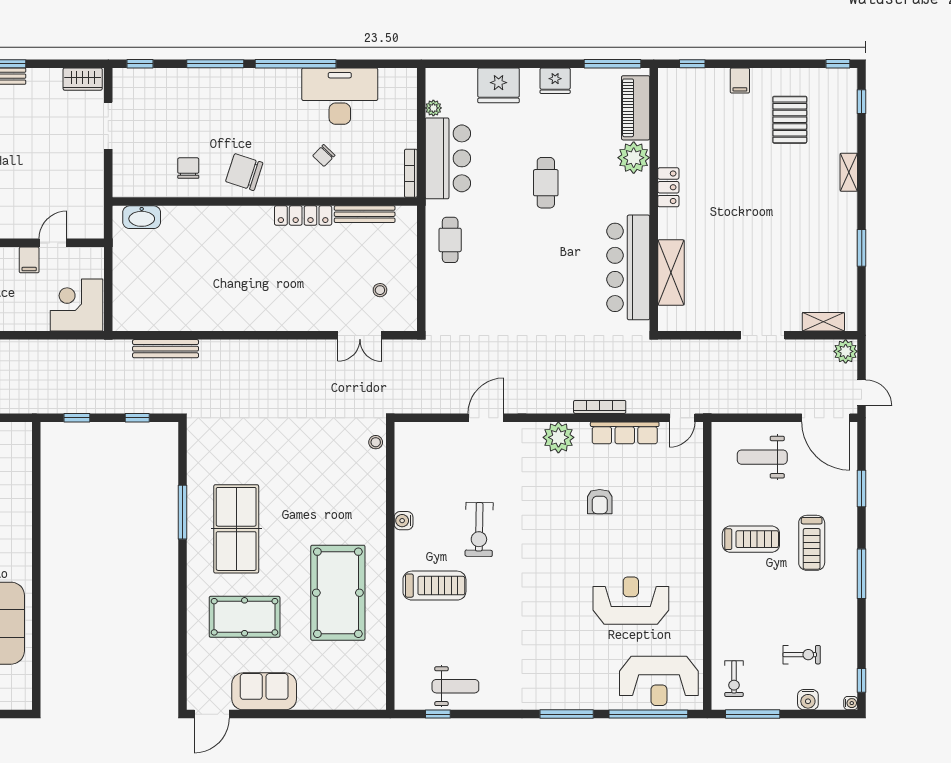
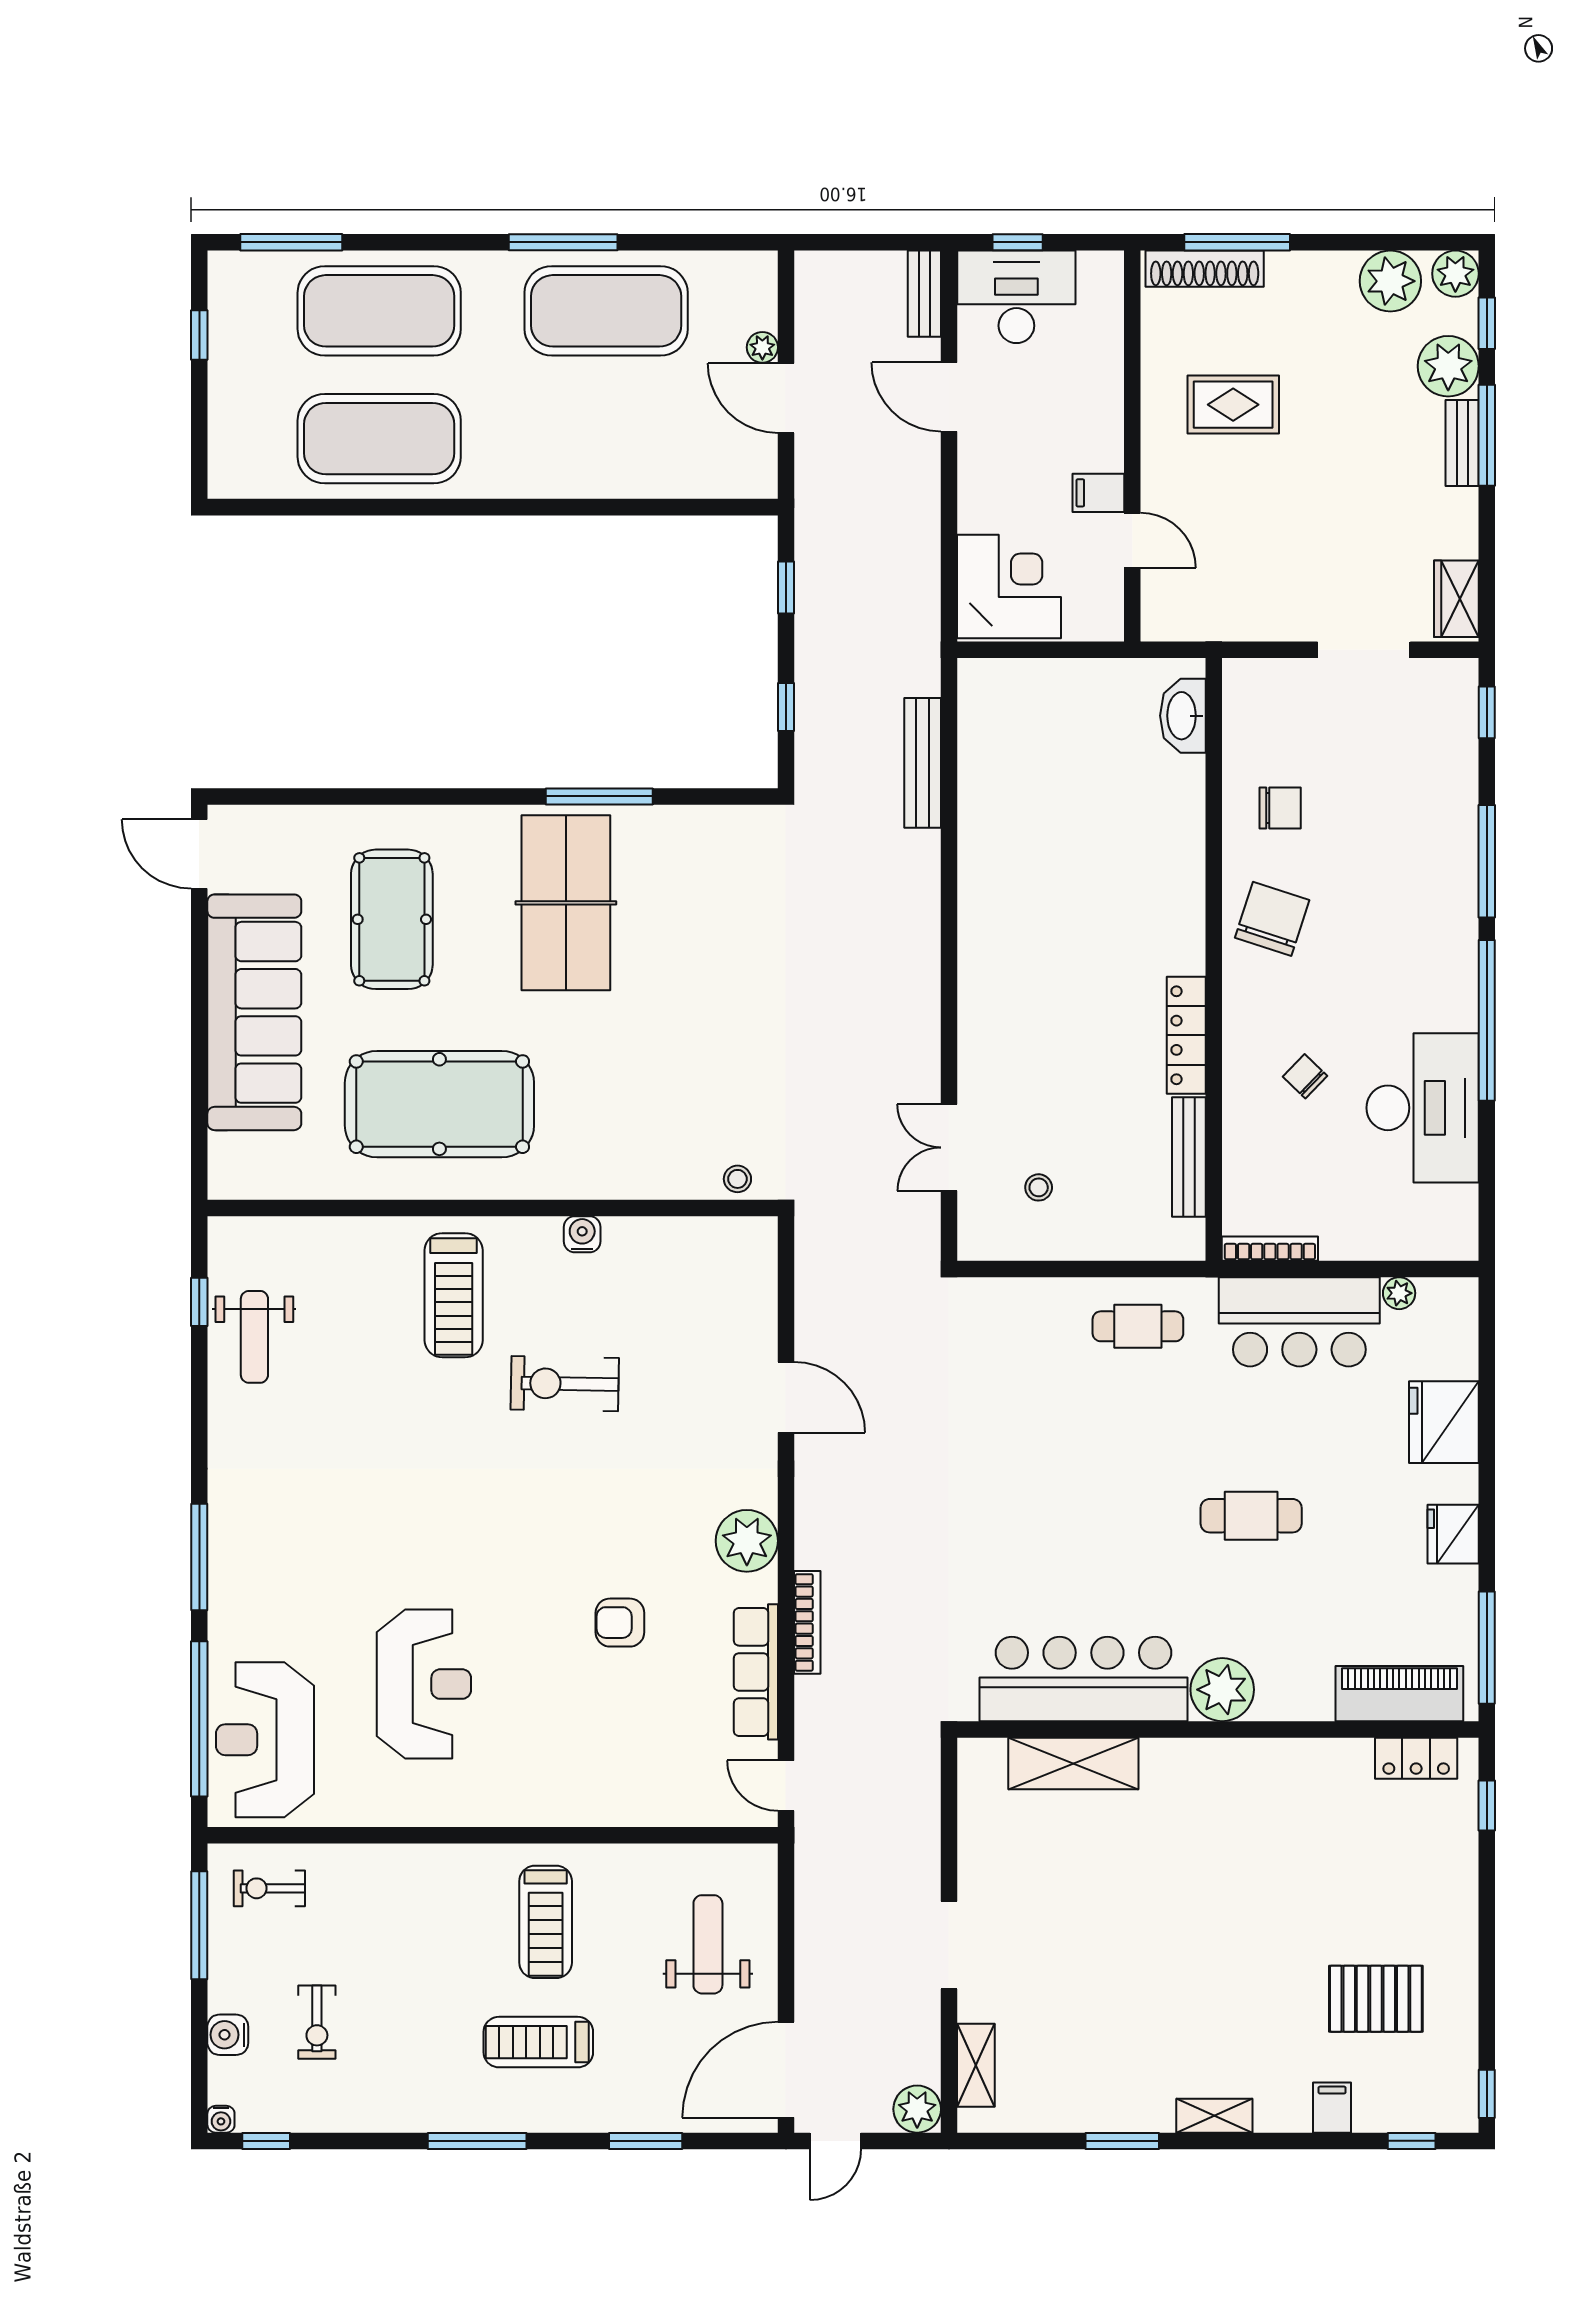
filing cabinet: (740, 81) -> (1332, 2108), moved, turned 90
plant: (634, 158) -> (1222, 1690), moved
shelving: (849, 172) -> (1214, 2116), moved
locker: (668, 187) -> (1416, 1758), moved
table tennis table: (236, 529) -> (566, 903), turned 90
sofa: (264, 691) -> (254, 1012), width x1.85, depth x1.27

